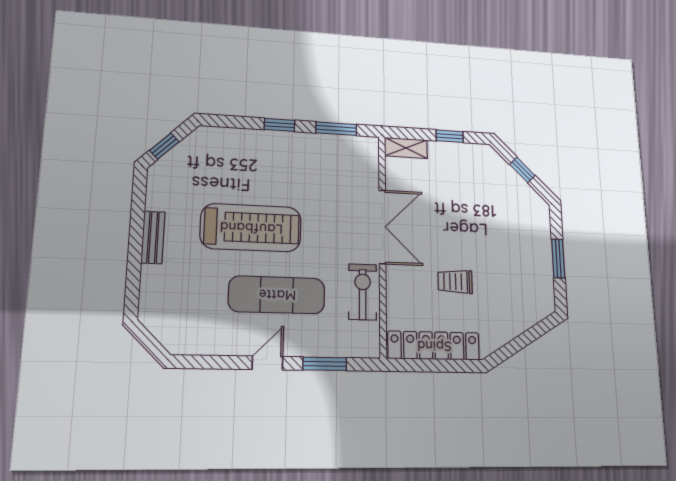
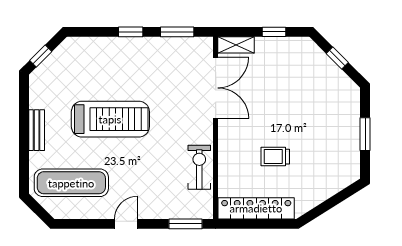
double door: (382, 227) -> (216, 88), moved
exercise mat: (277, 295) -> (71, 183), moved
window: (325, 364) -> (186, 224), moved

